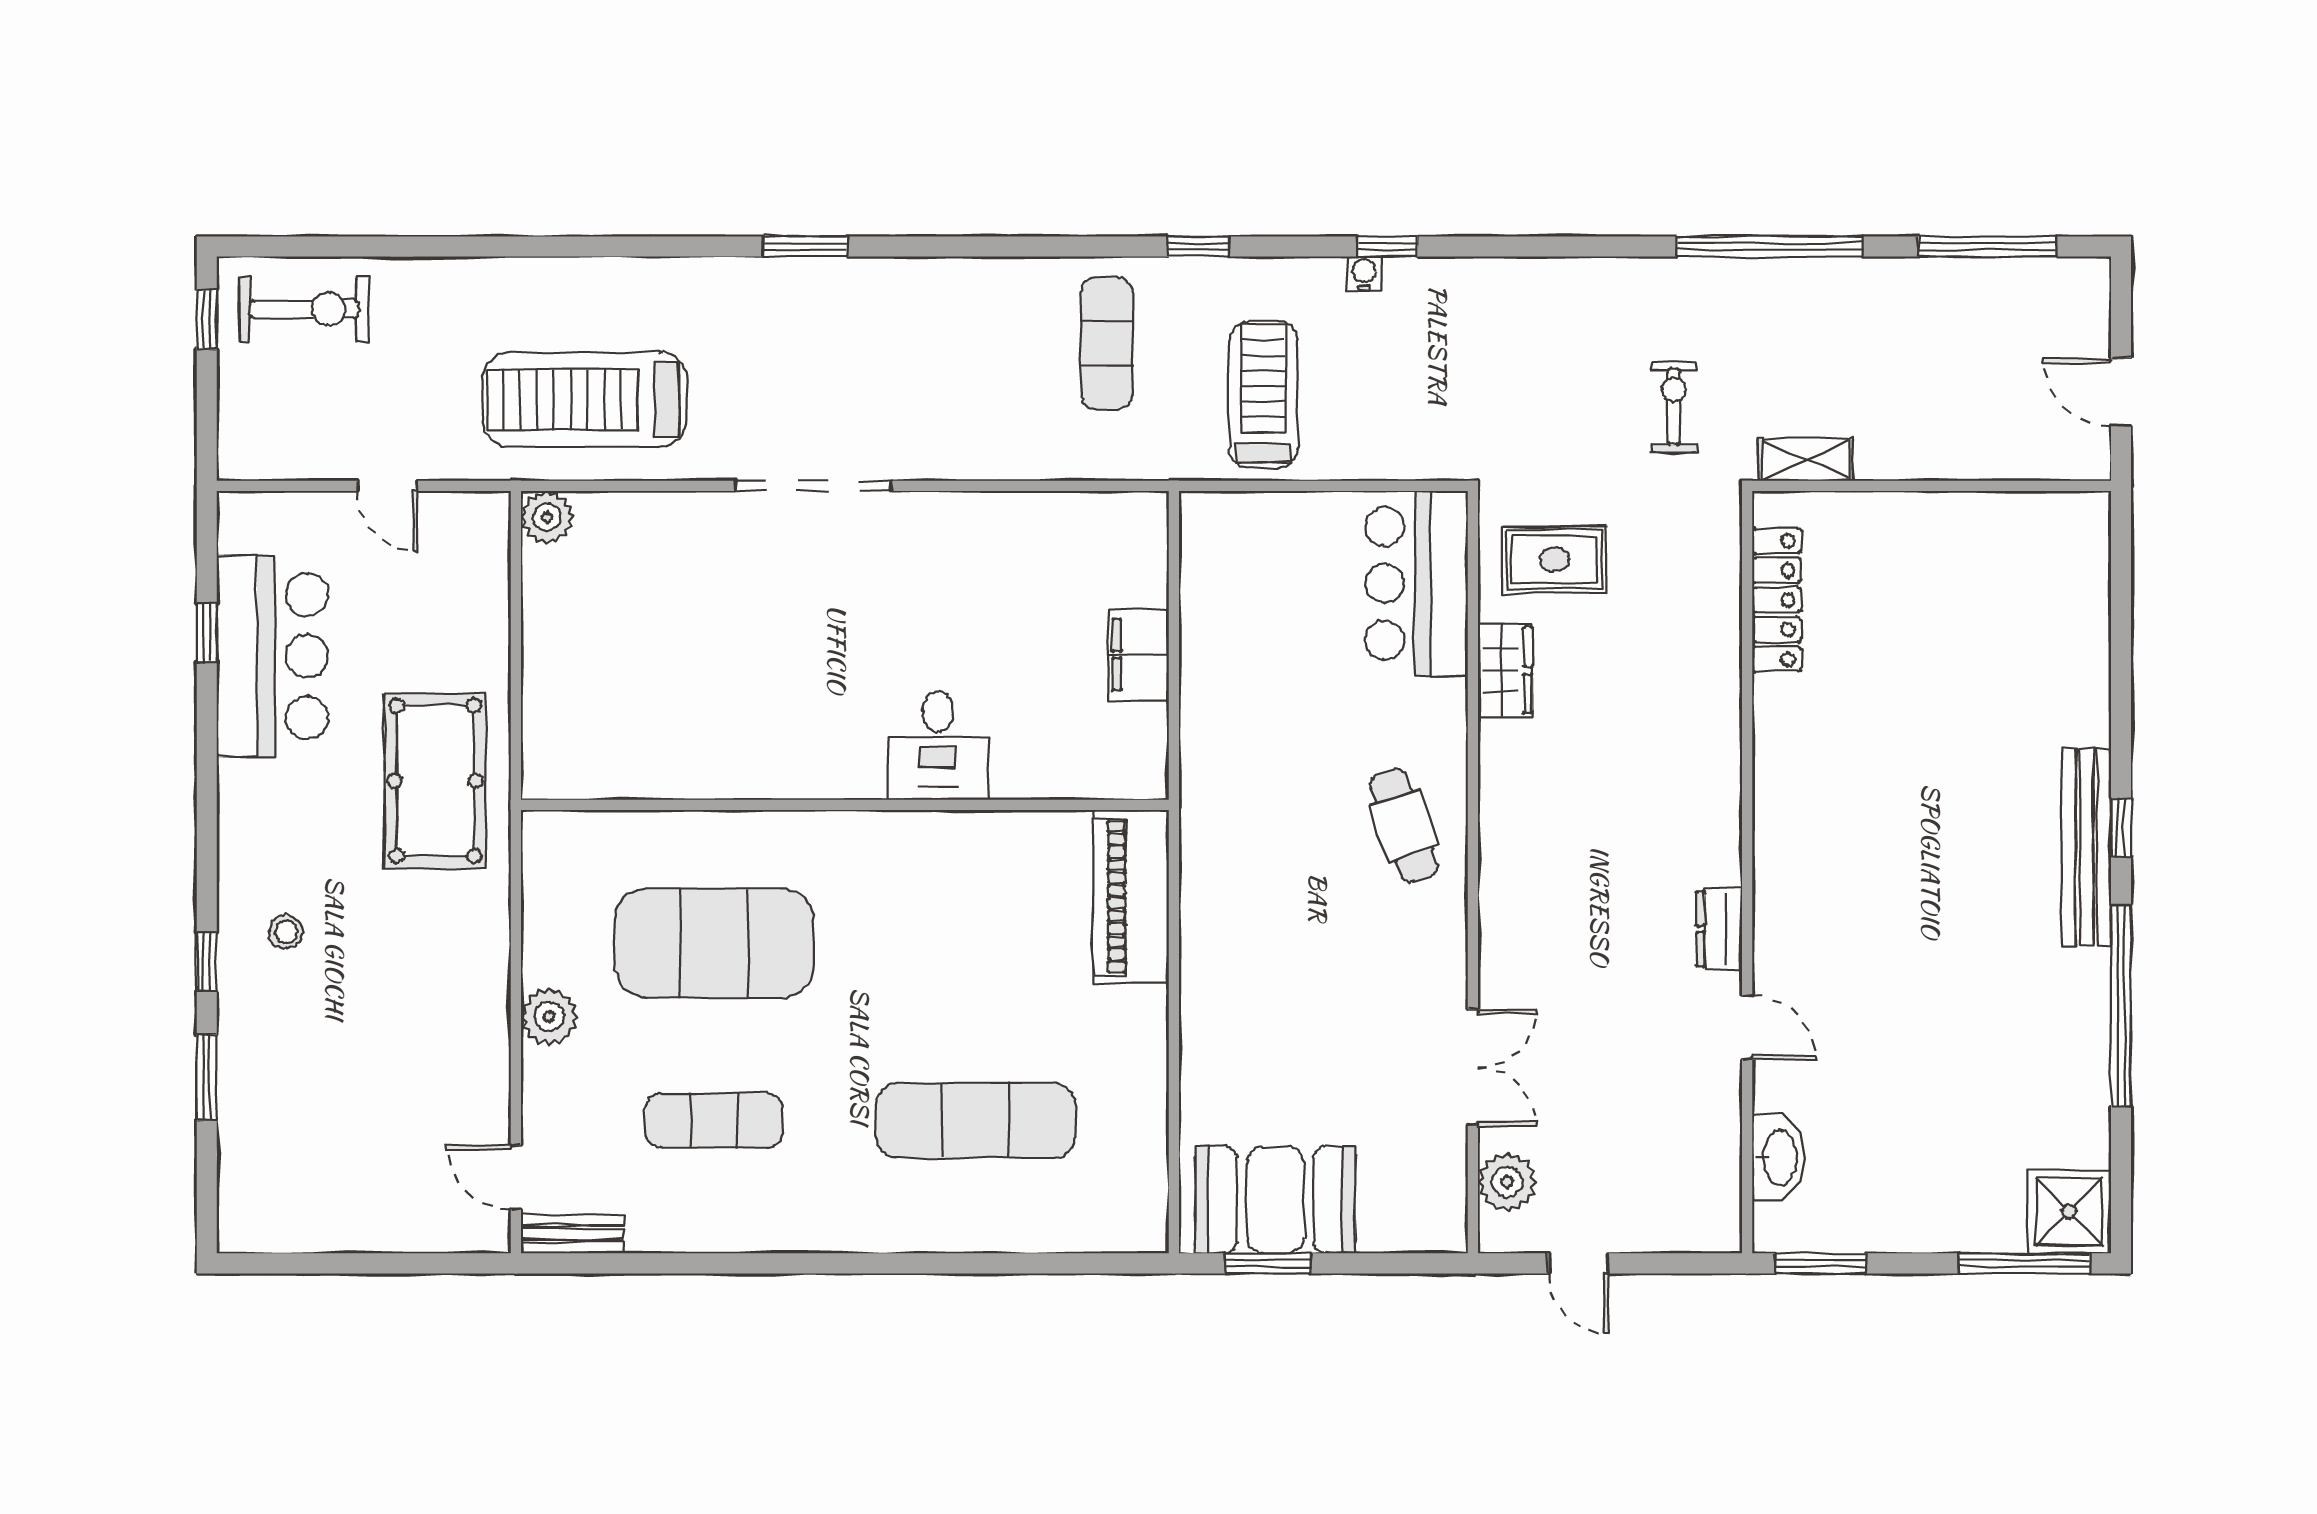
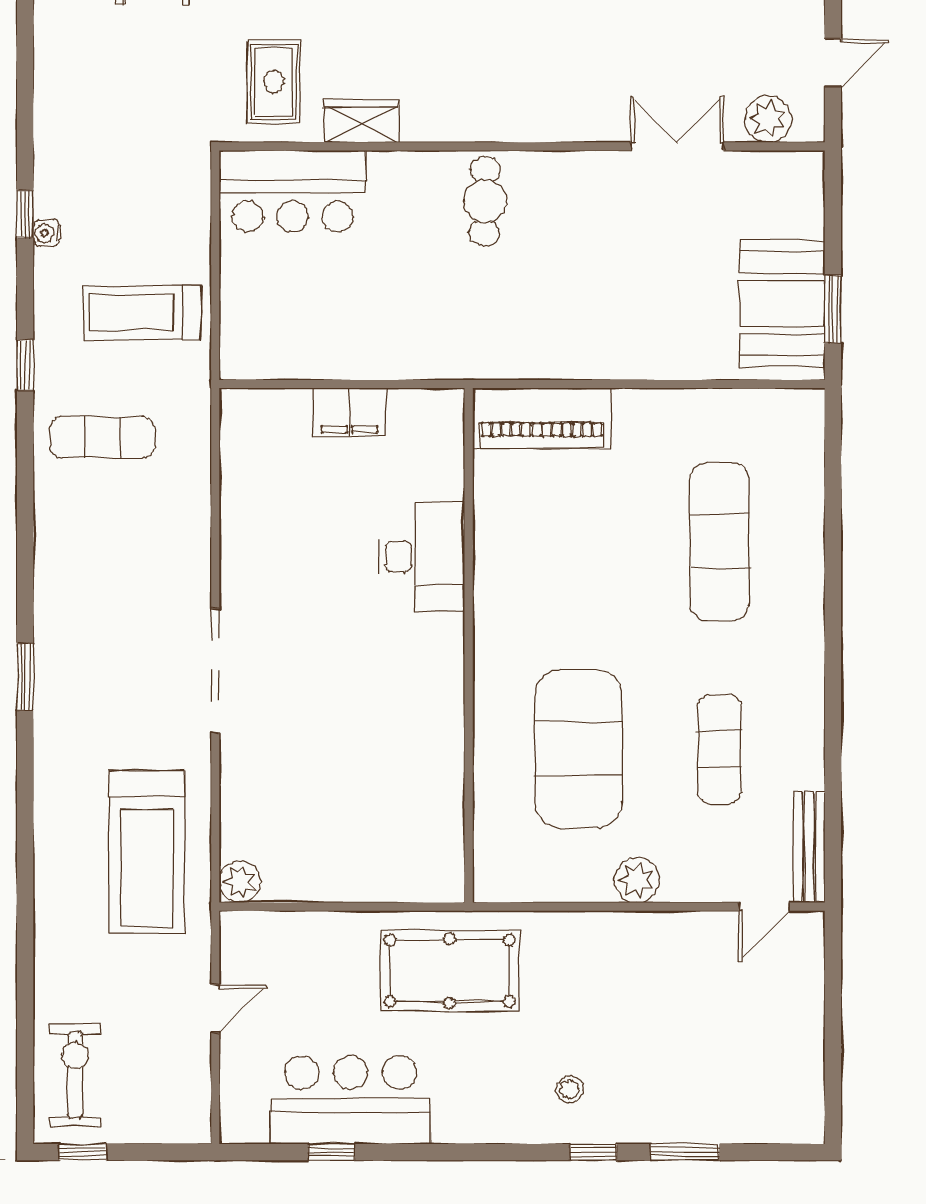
desk: (938, 746) -> (422, 557), width x1.37
cafe table: (1404, 825) -> (485, 201), turned -70
bench: (572, 1234) -> (809, 847), width x1.36

